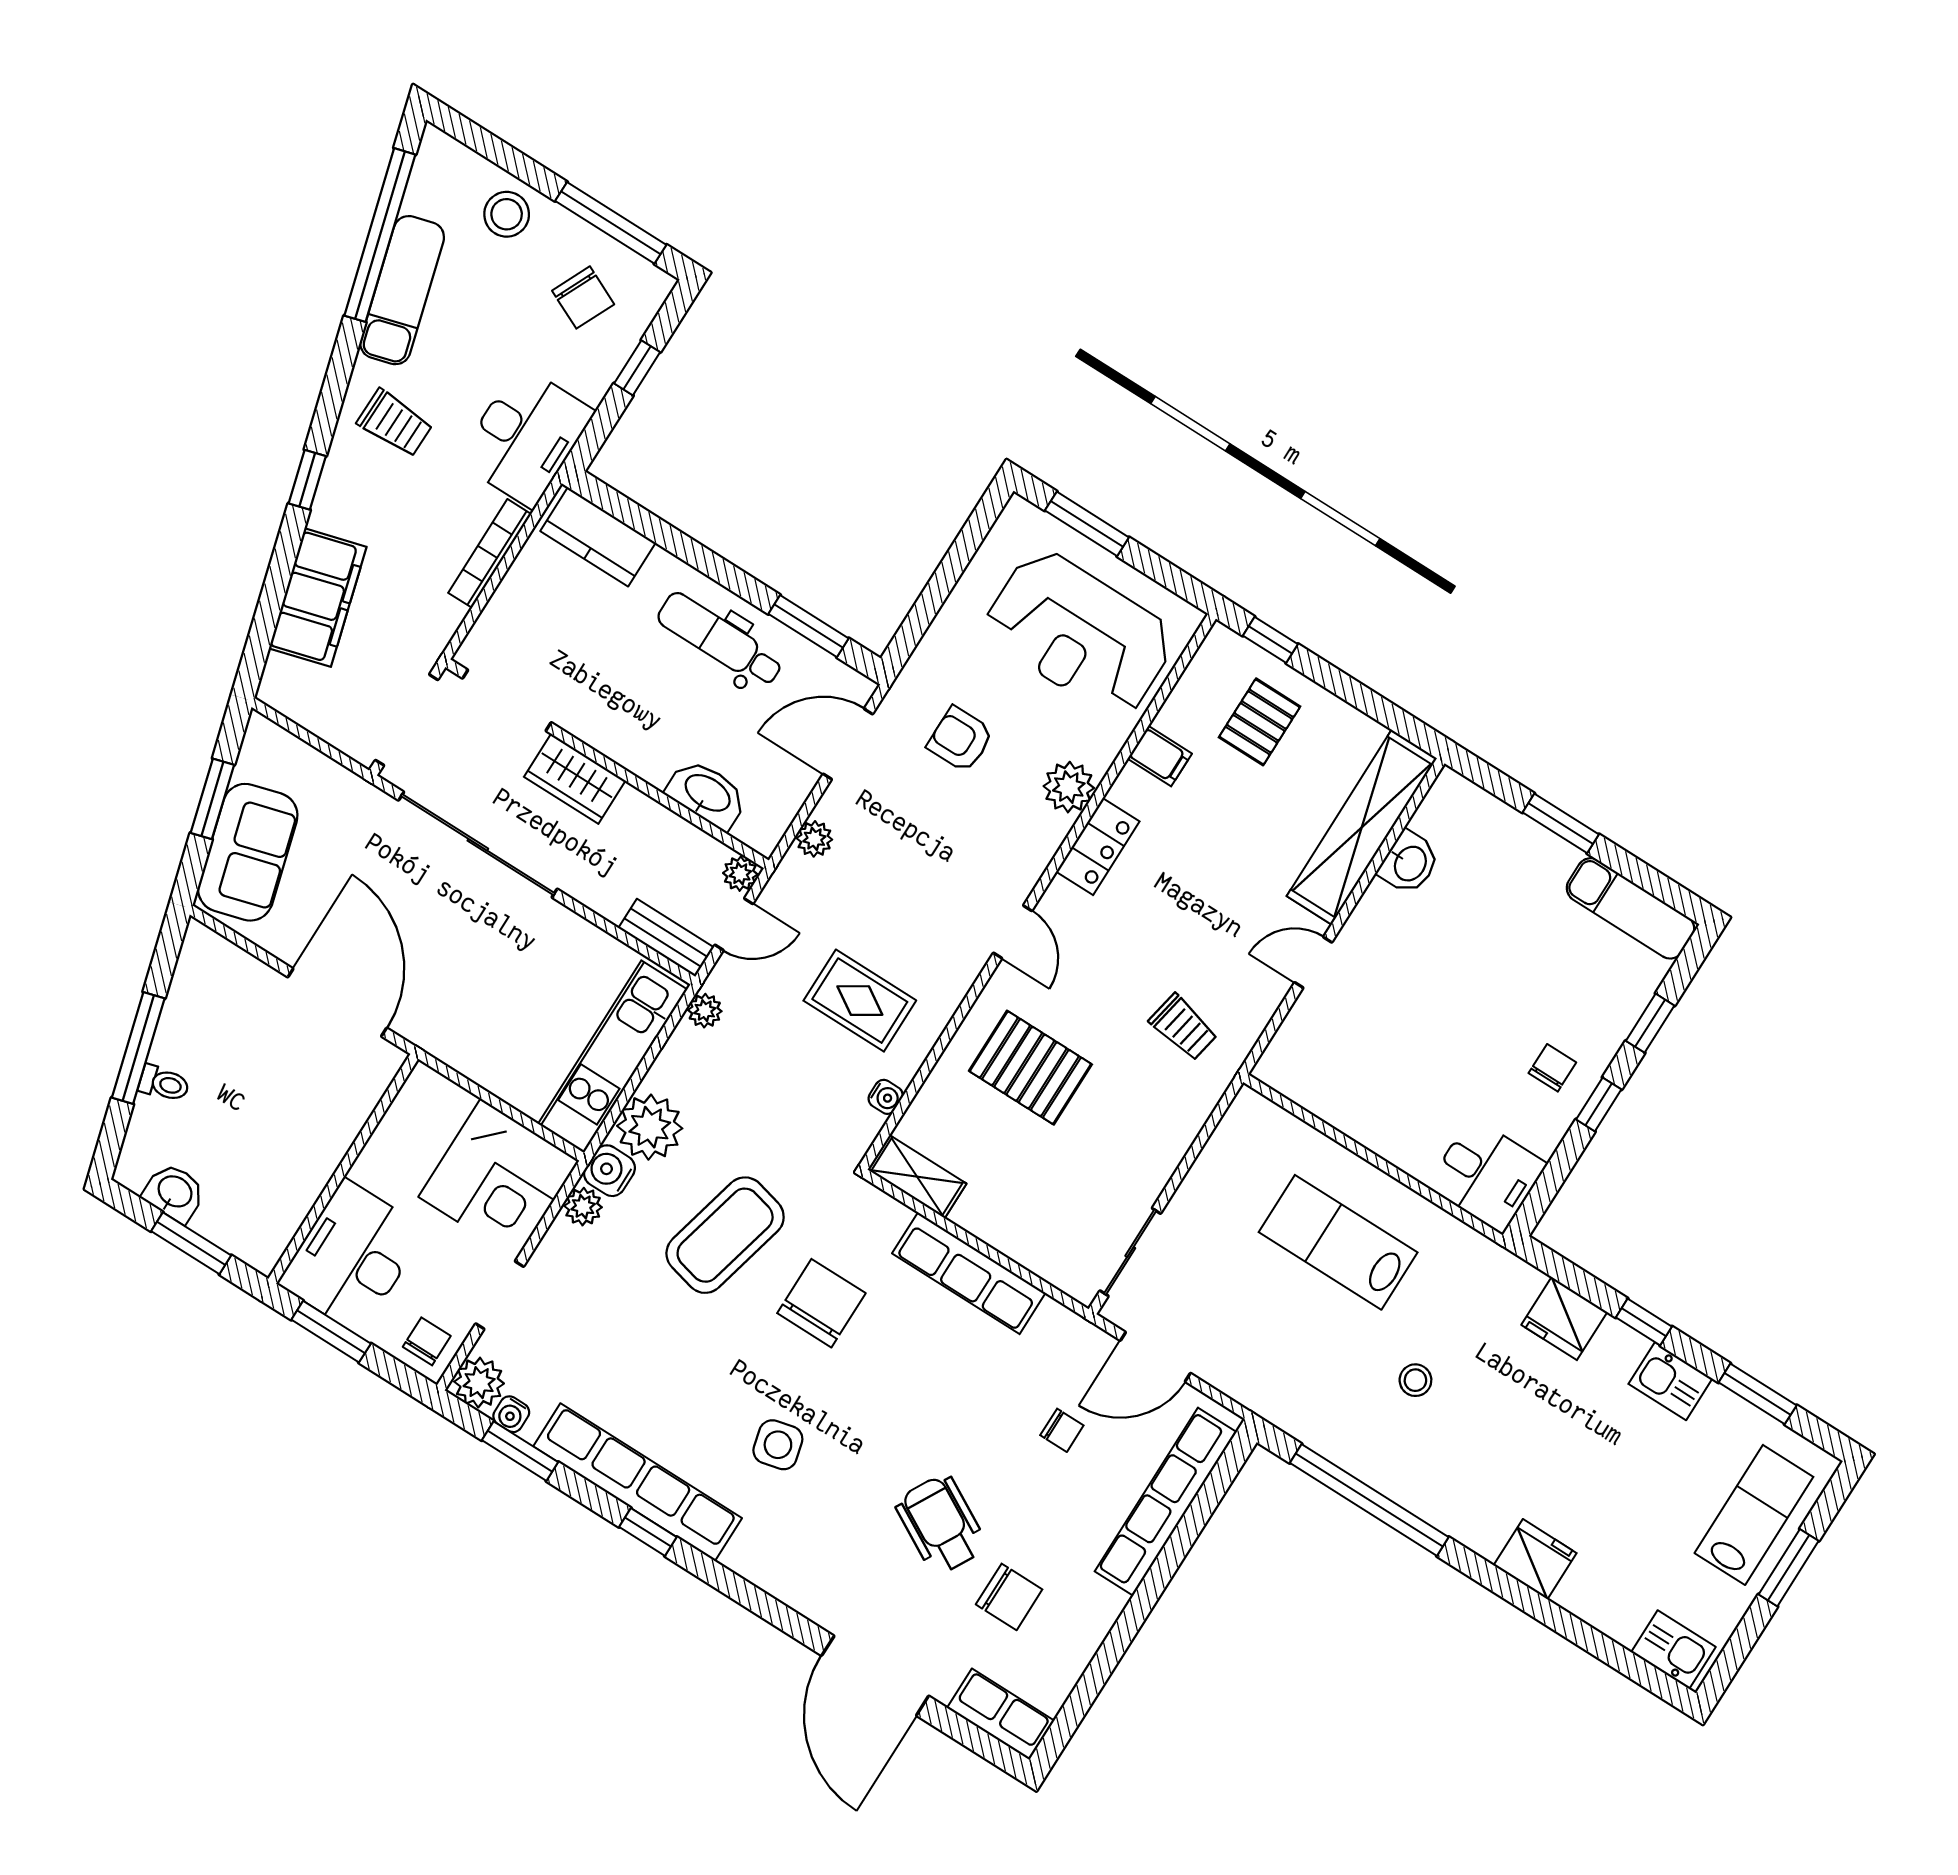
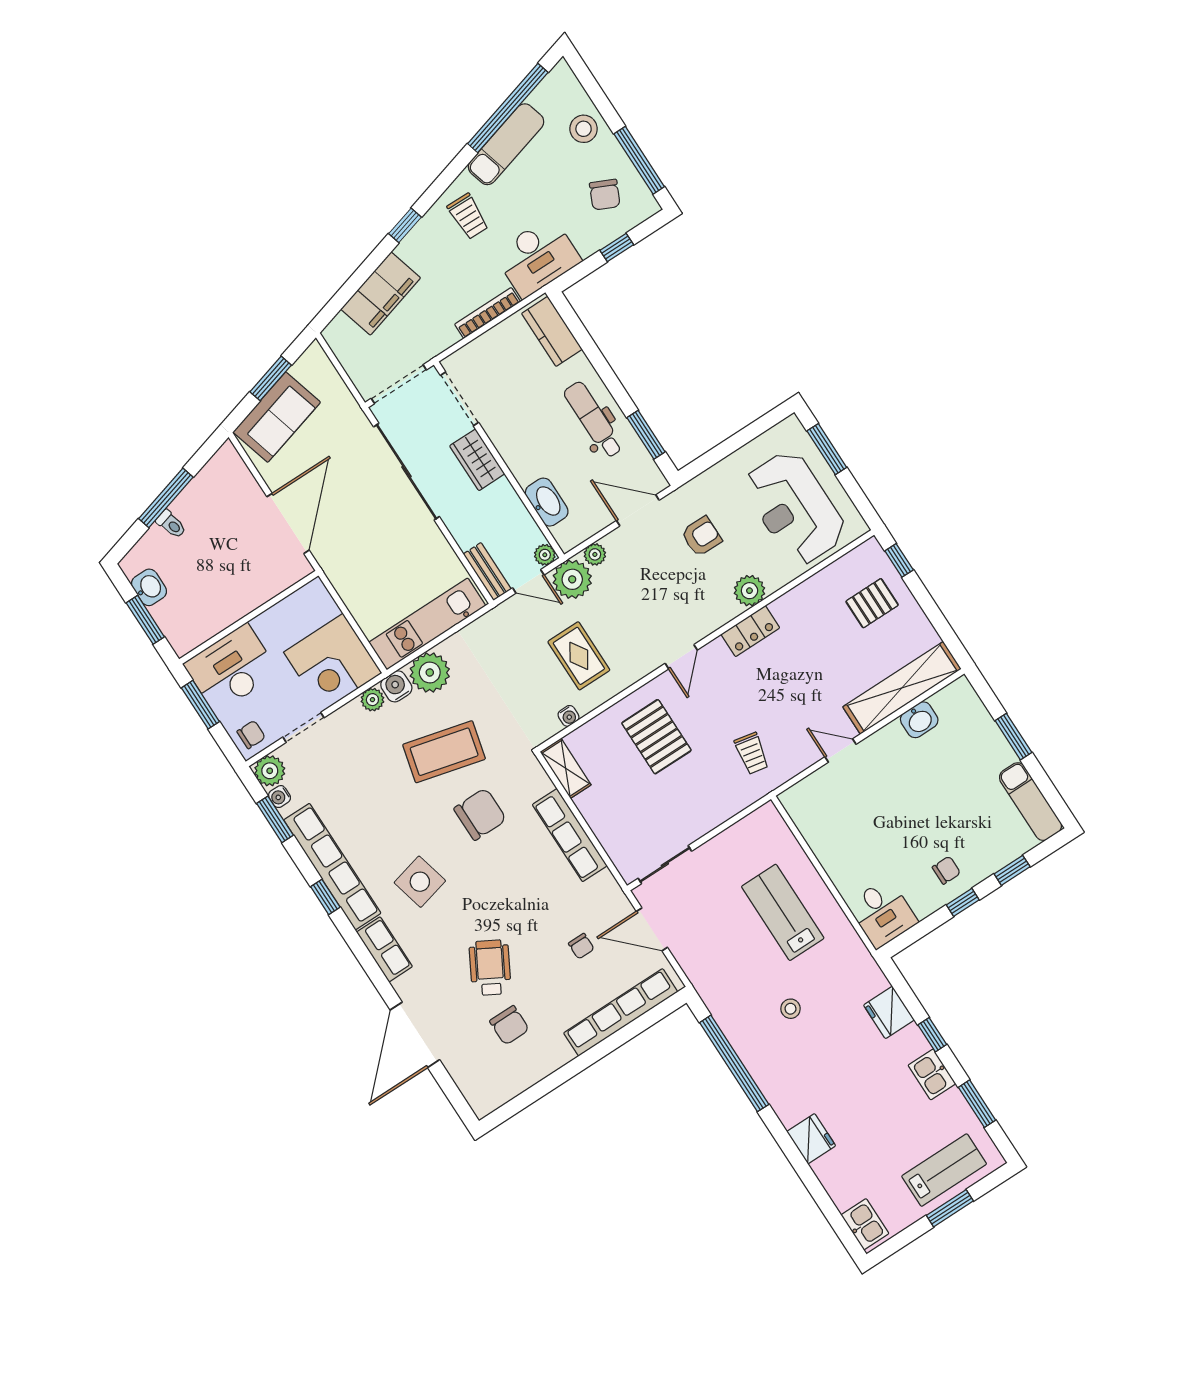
armchair: (960, 739) -> (701, 536), turned 90
filing cabinet: (1160, 756) -> (808, 597), removed
plant: (705, 1011) -> (572, 579), moved, width x1.87, depth x1.87
side table: (778, 1445) -> (420, 882), width x1.37, depth x1.37
row of seats: (1001, 1714) -> (384, 949), moved

